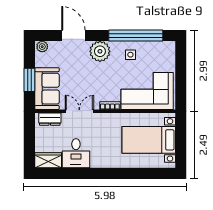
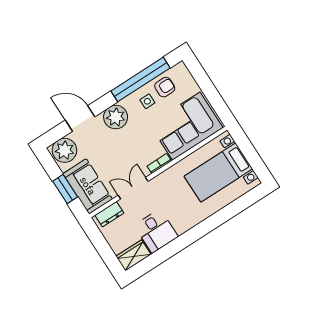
plant: (42, 47) -> (64, 150), width x1.88, depth x1.88
armchair: (150, 53) -> (165, 87), added

